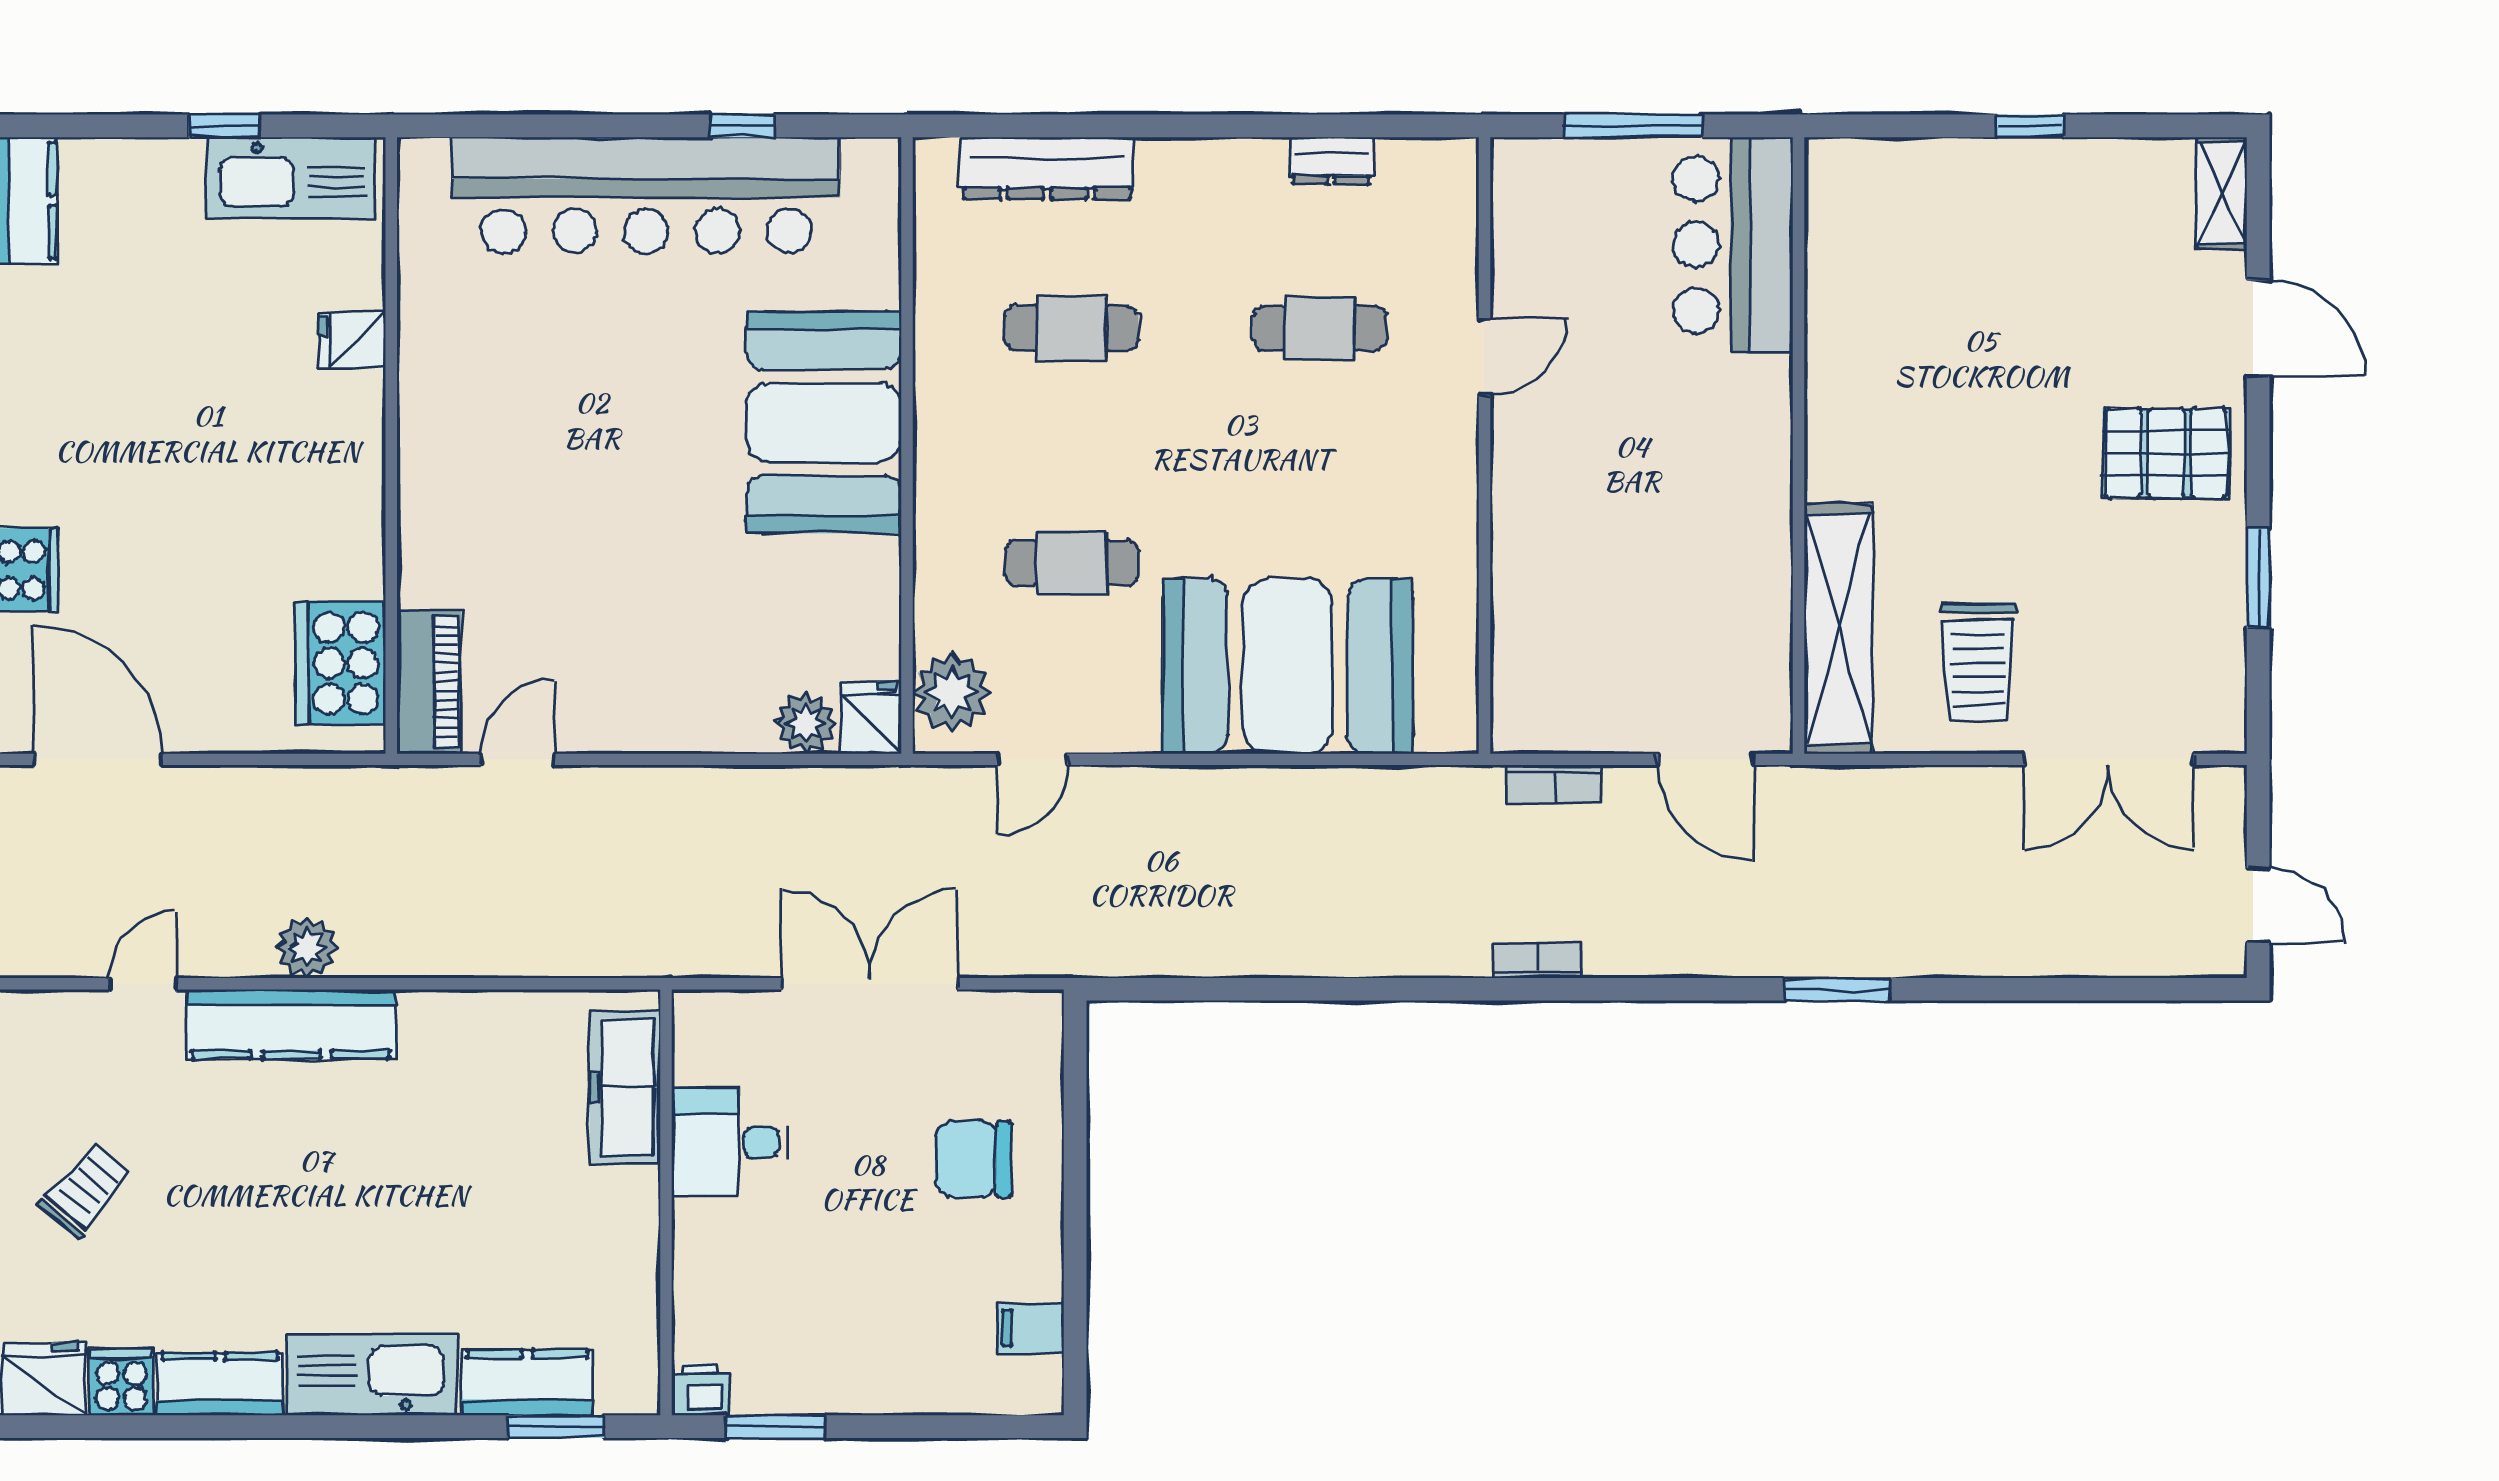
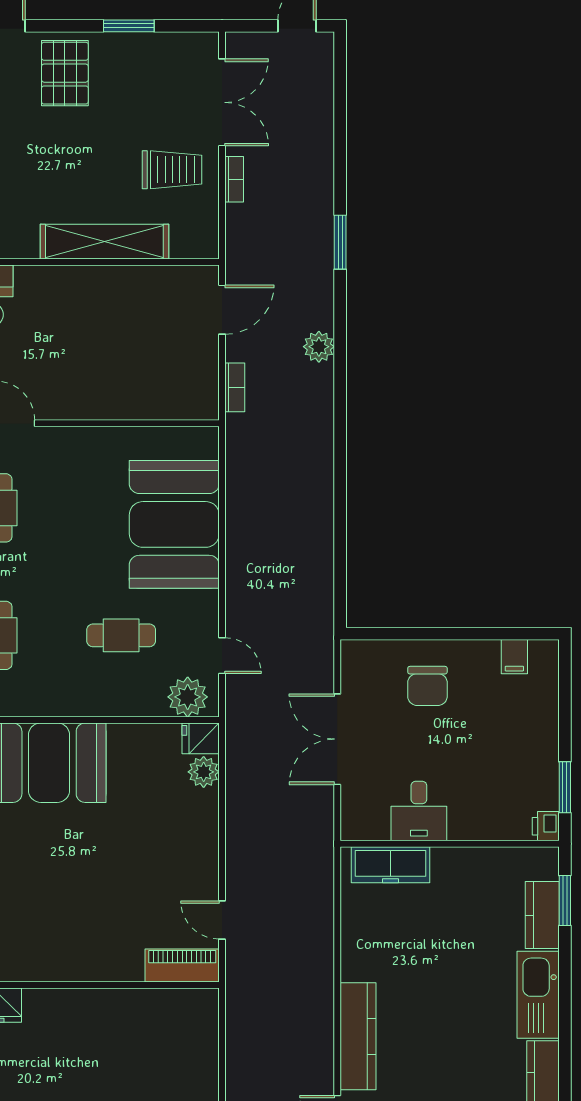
cafe table: (1072, 563) -> (121, 635), turned 90
shelving: (1838, 629) -> (104, 242), moved
cooker: (341, 663) -> (173, 1011), removed
plant: (307, 948) -> (319, 347), moved
bookcase: (1538, 960) -> (234, 179), moved, turned 180

